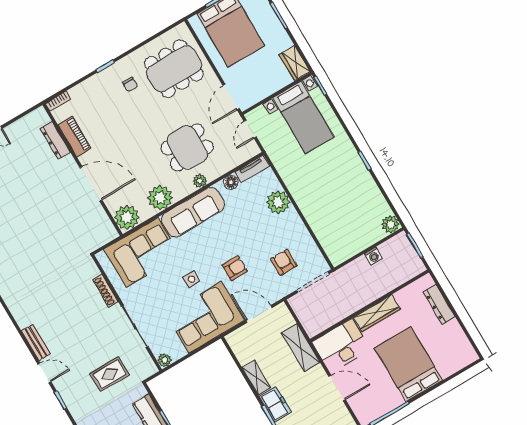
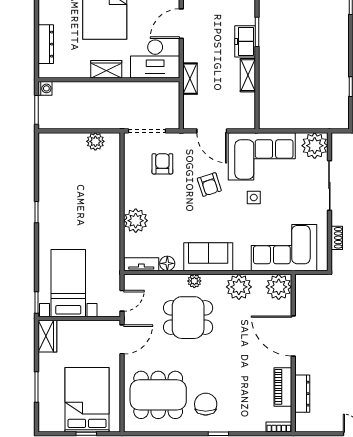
chair: (130, 84) -> (206, 404), width x1.87, depth x1.87
sofa: (193, 212) -> (208, 257), width x0.73
plant: (390, 224) -> (95, 141), moved
washing machine: (373, 256) -> (45, 88), moved, turned 90
armchair: (284, 262) -> (162, 164), turned 180
armchair: (235, 268) -> (209, 185), turned -108
shoe rack: (105, 291) -> (337, 238), width x0.70
wardrobe: (377, 313) -> (106, 69), width x0.67
shelving: (301, 348) -> (190, 79), width x0.67, depth x0.75
plant: (164, 360) -> (315, 146), width x1.87, depth x1.87
door: (337, 388) -> (181, 24), hinge flipped

